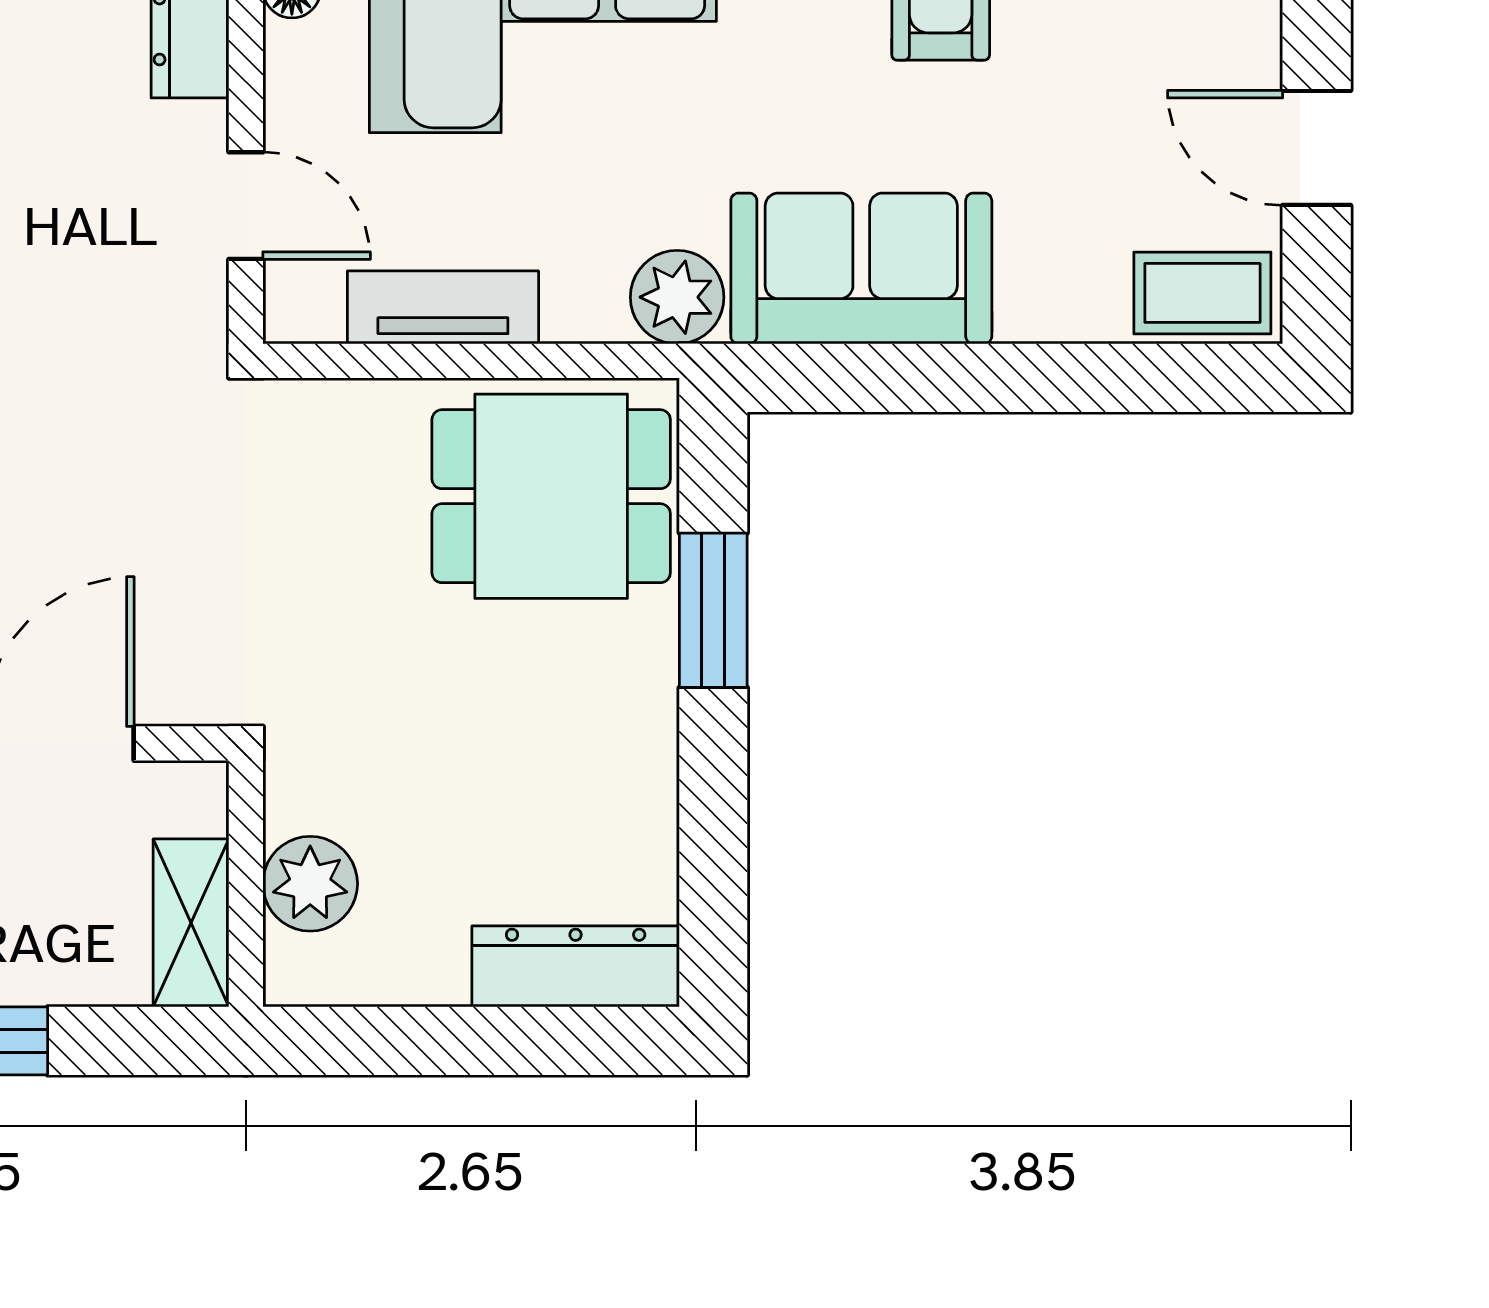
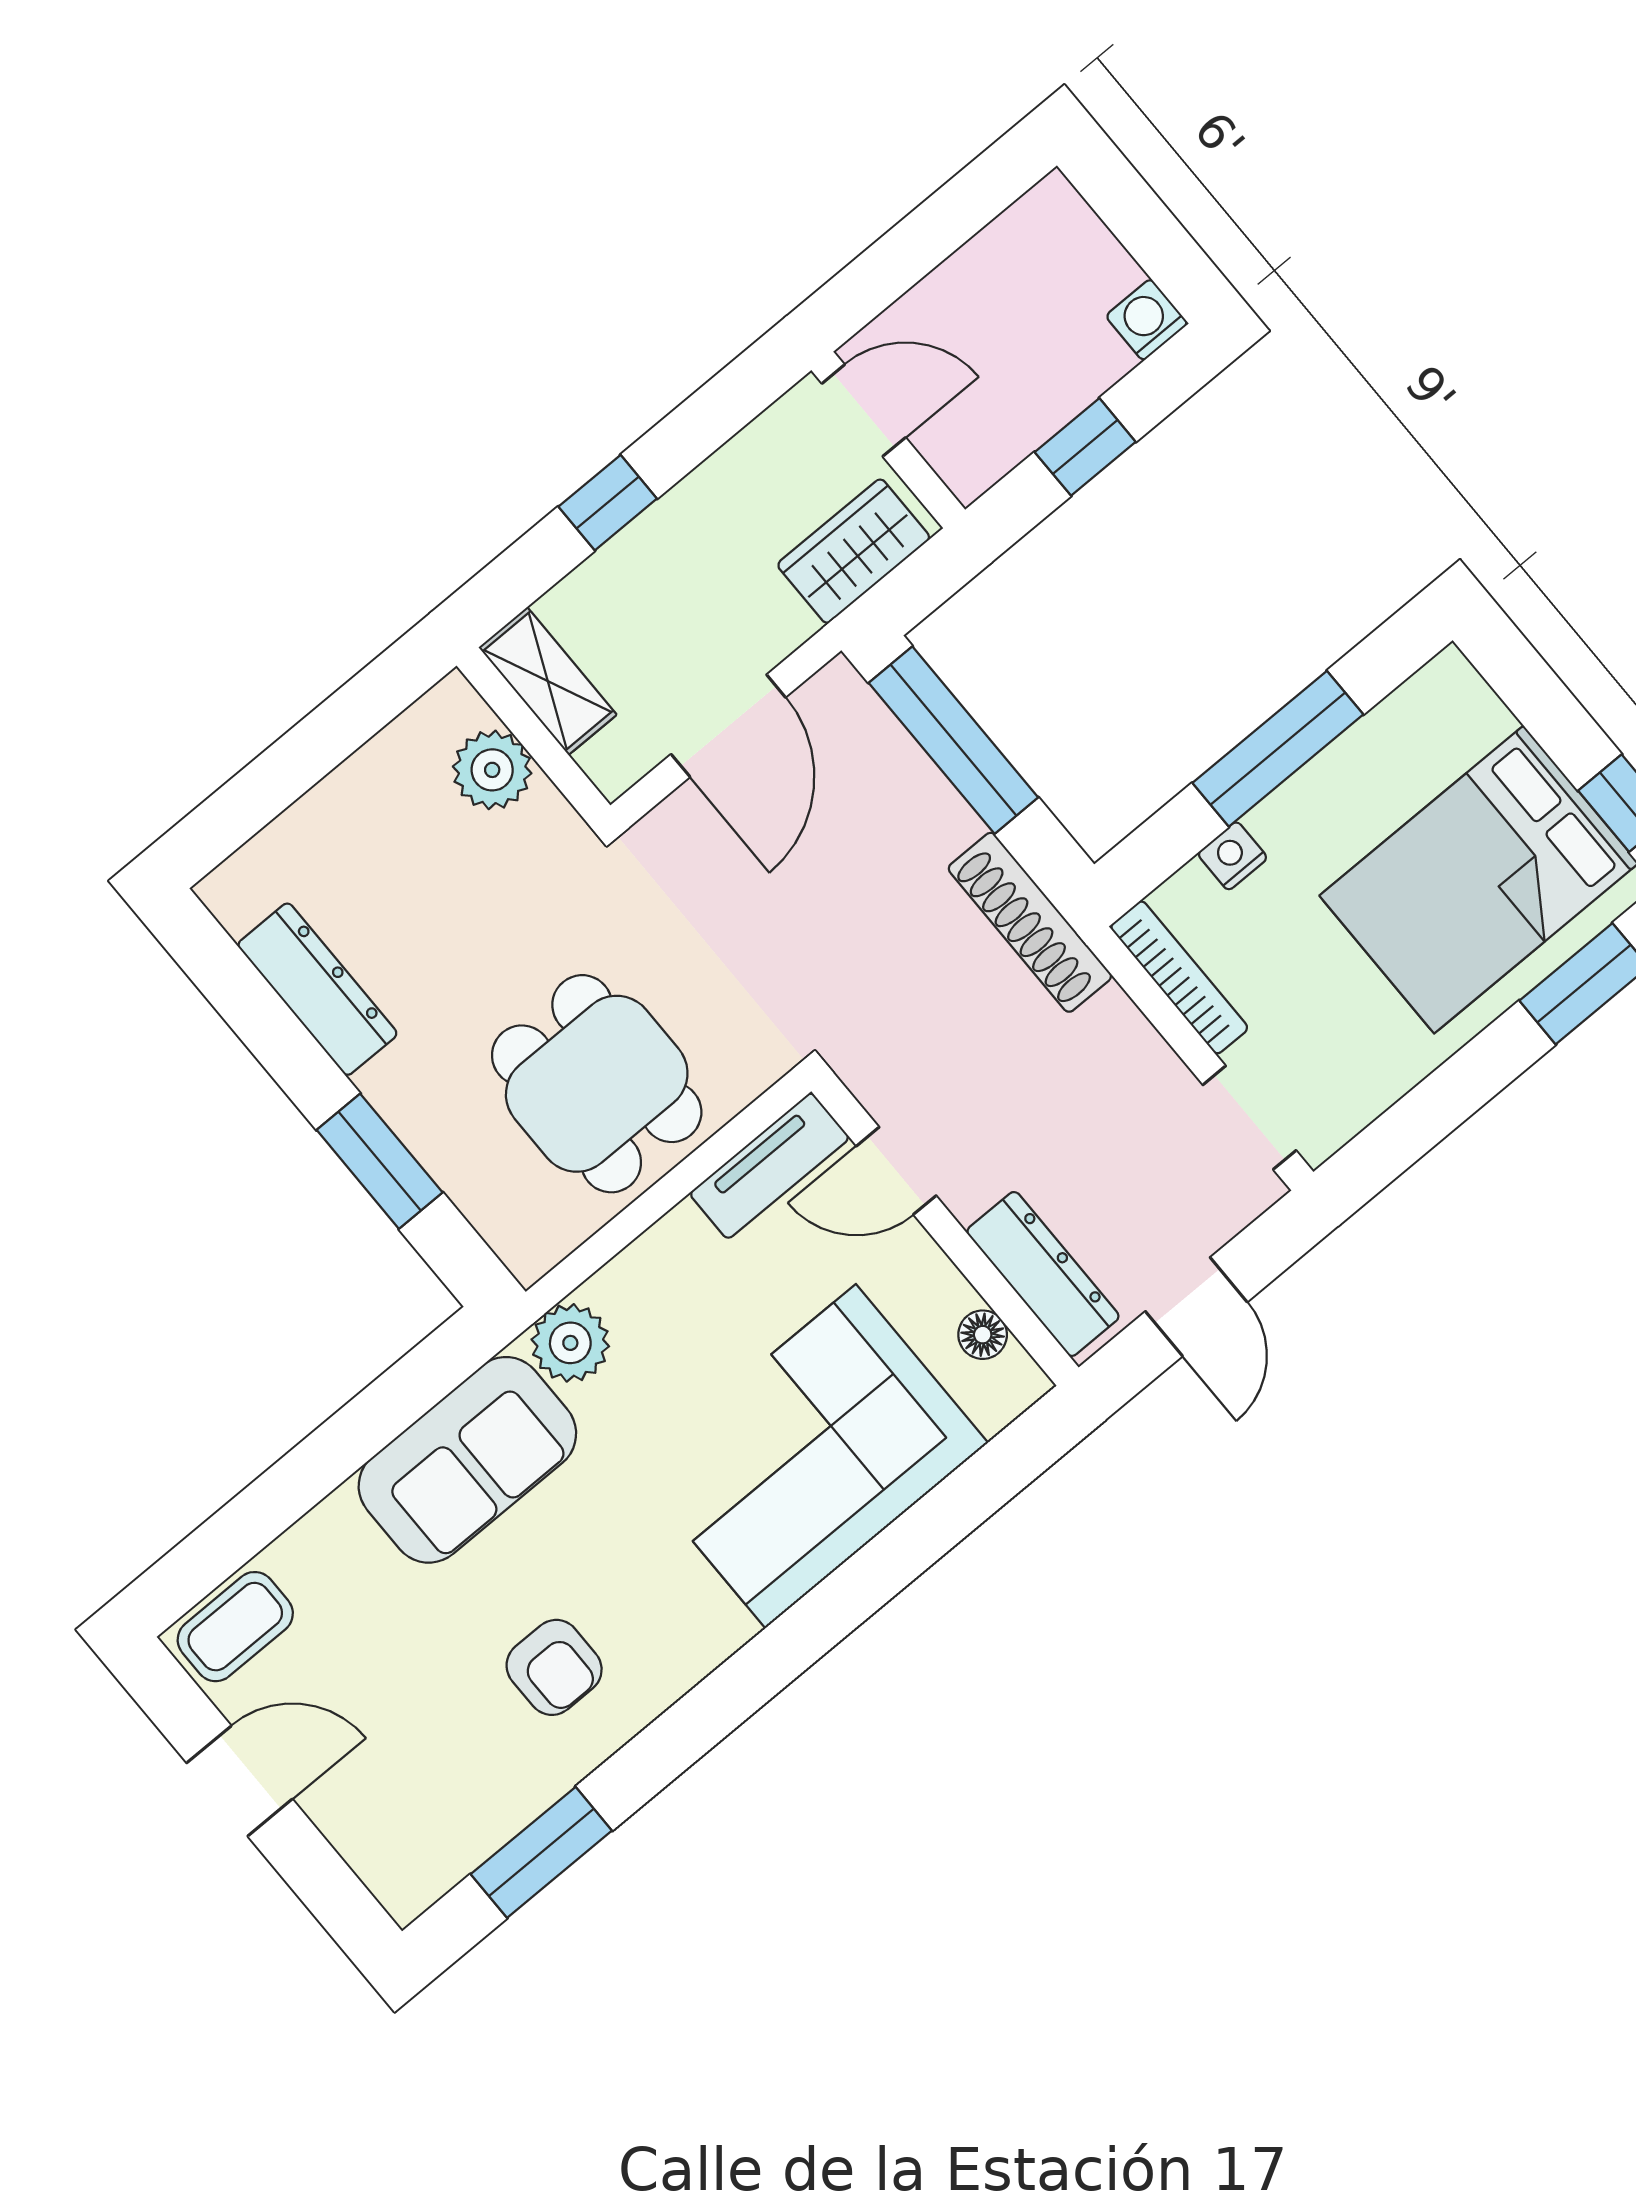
tv unit: (443, 307) -> (769, 1166), moved
dining table: (551, 496) -> (597, 1084), moved, turned 90
dresser: (576, 966) -> (317, 989), moved, turned -90

